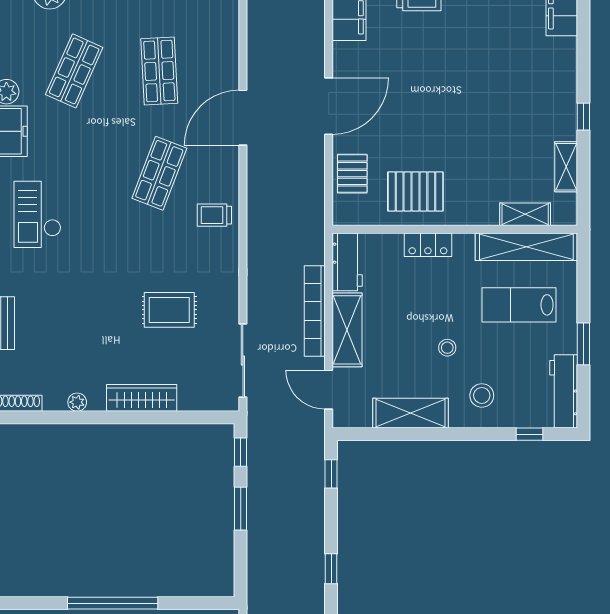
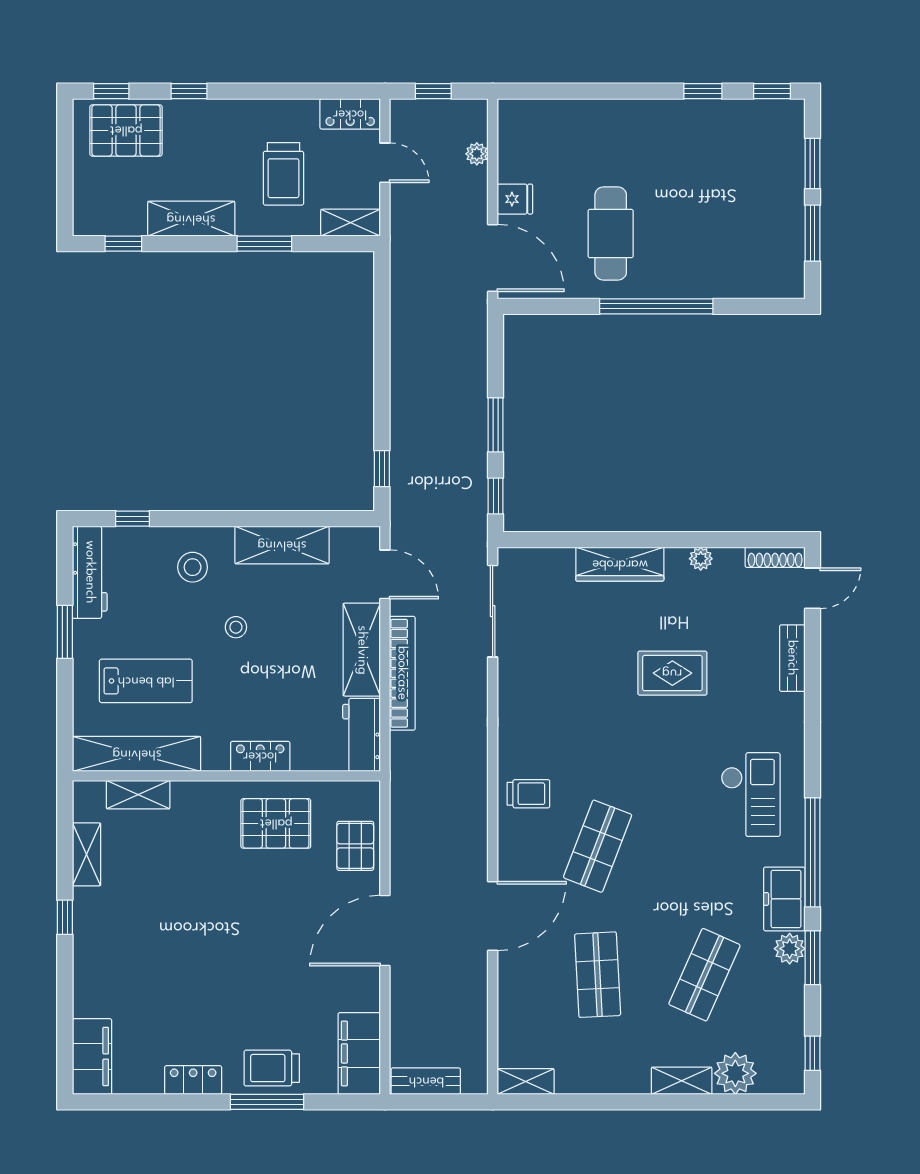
rug: (169, 310) -> (672, 673), moved
window: (331, 569) -> (382, 349), removed

